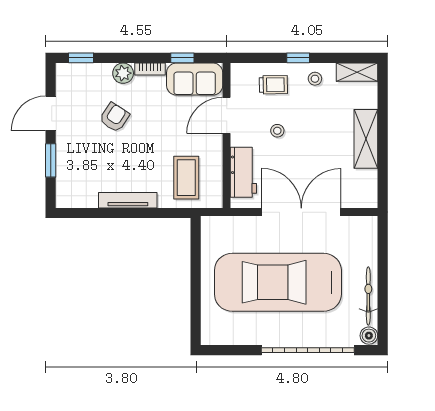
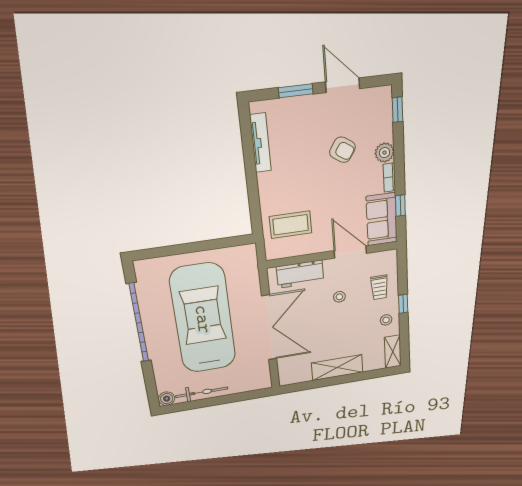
tv unit: (128, 200) -> (261, 143), moved
garage door: (308, 350) -> (139, 323), moved

